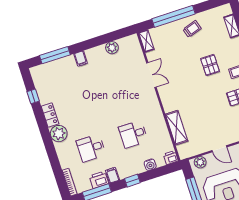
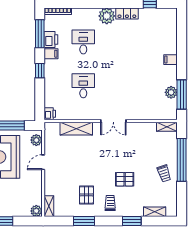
window: (55, 55) -> (182, 95), moved
double door: (151, 75) -> (113, 121), moved
water cooler: (150, 165) -> (49, 92), removed

